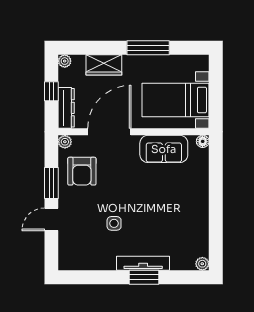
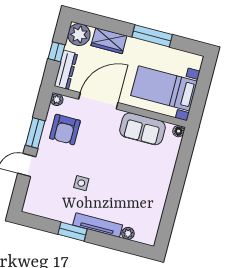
plant: (65, 61) -> (79, 35), width x1.88, depth x1.88
plant: (202, 264) -> (128, 233), moved
window: (144, 277) -> (73, 232), moved

